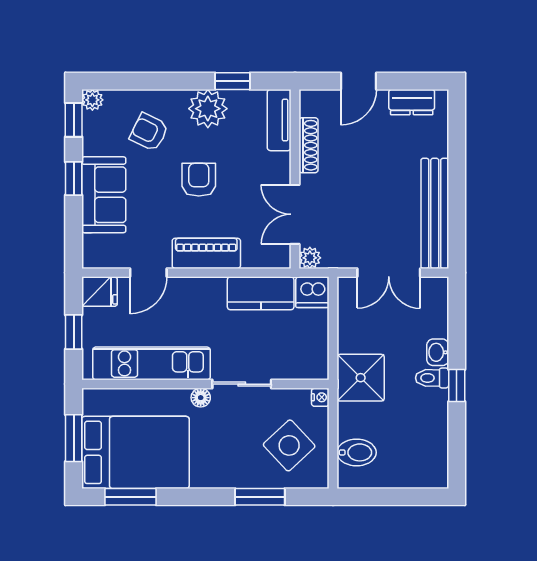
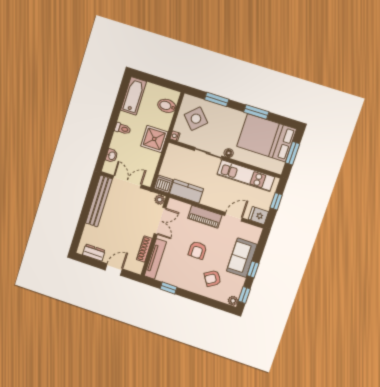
plant: (208, 109) -> (183, 280), removed
tv unit: (279, 120) -> (155, 259), width x1.41
armchair: (149, 132) -> (213, 278), turned 122
washbasin: (438, 352) -> (112, 156), moved
window: (457, 386) -> (113, 122), removed
bathtub: (431, 451) -> (134, 96), added
window: (130, 497) -> (256, 112), moved

